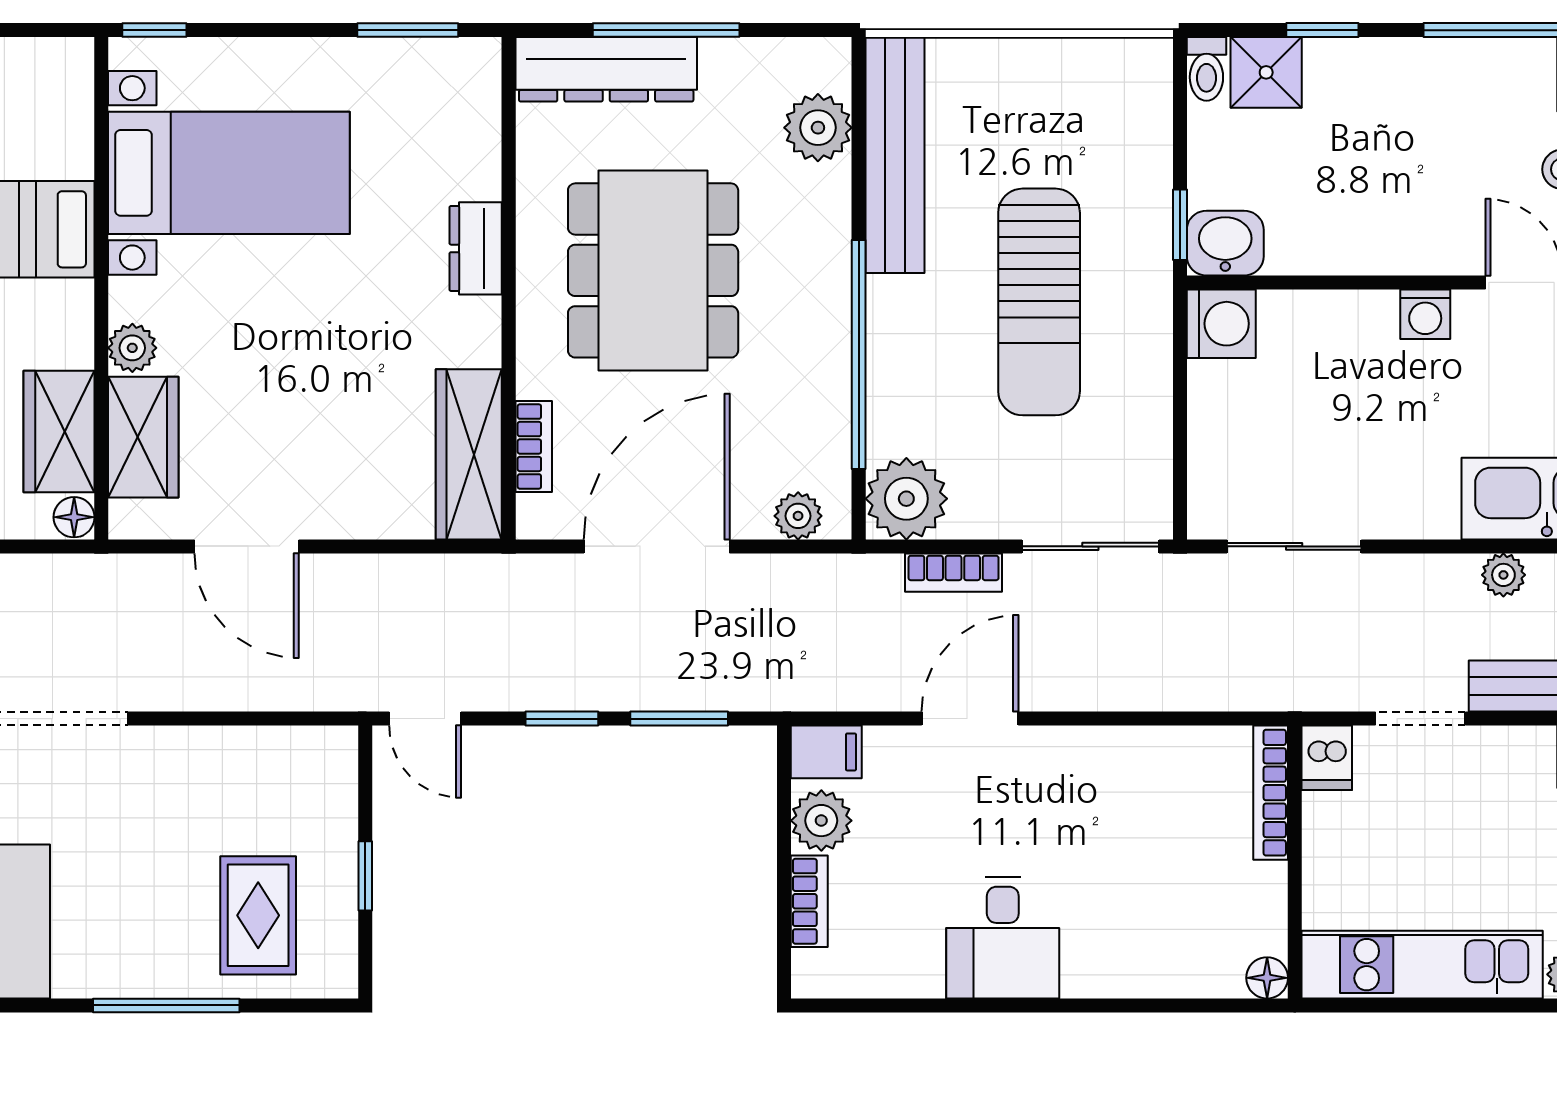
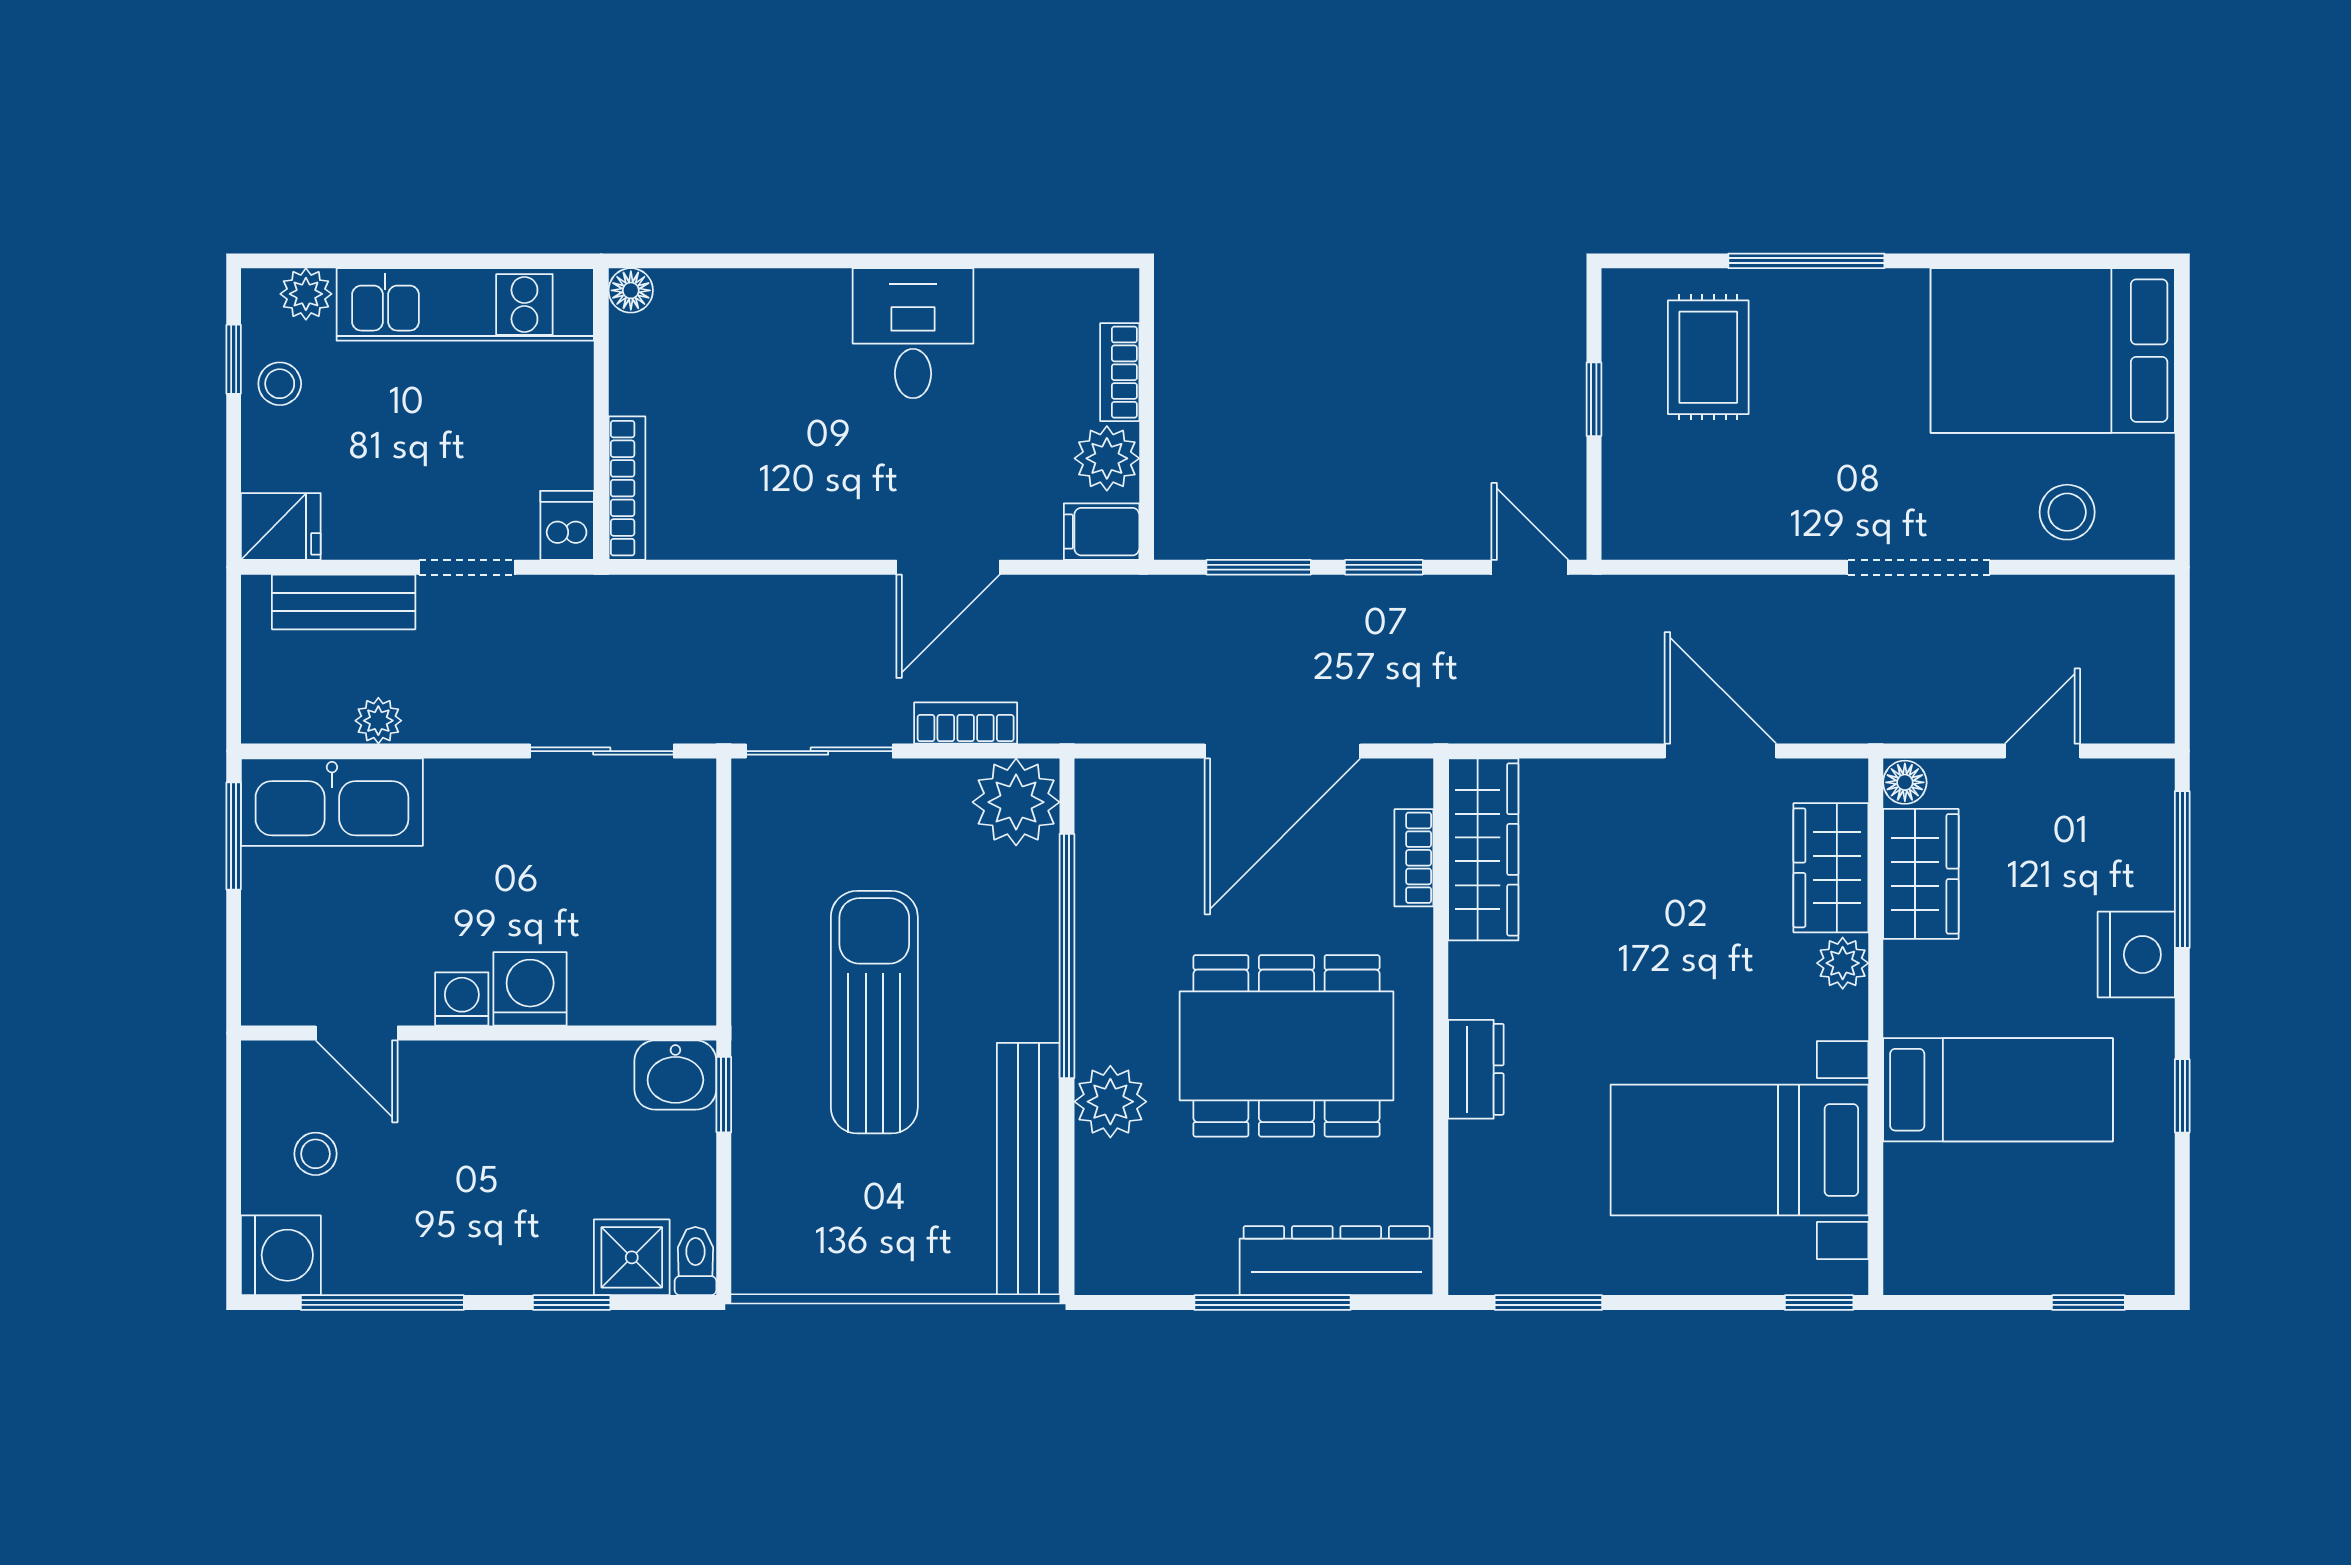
plant: (818, 128) -> (1110, 1102), moved
dining table: (653, 270) -> (1286, 1046), turned 90
washing machine: (1221, 324) -> (530, 989), moved, turned 90
plant: (798, 516) -> (1132, 784), removed

